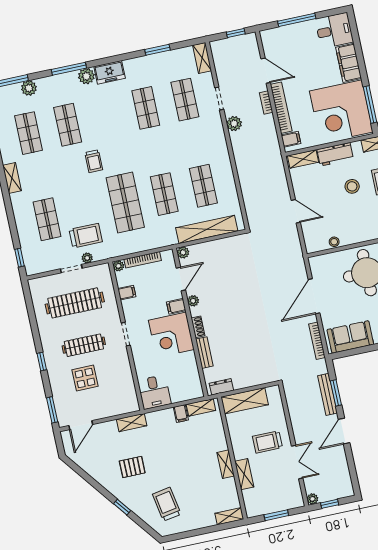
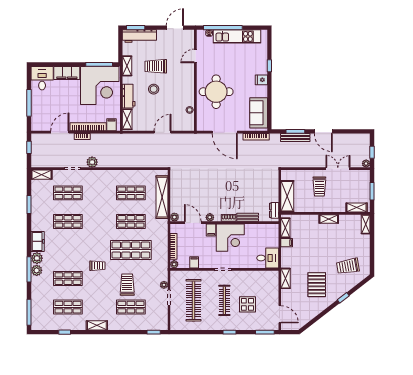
plant: (29, 88) -> (37, 270), moved
trolley: (86, 236) -> (127, 285), moved
pallet: (132, 467) -> (317, 285), width x1.50, depth x1.42
shelving: (244, 474) -> (357, 207), moved

